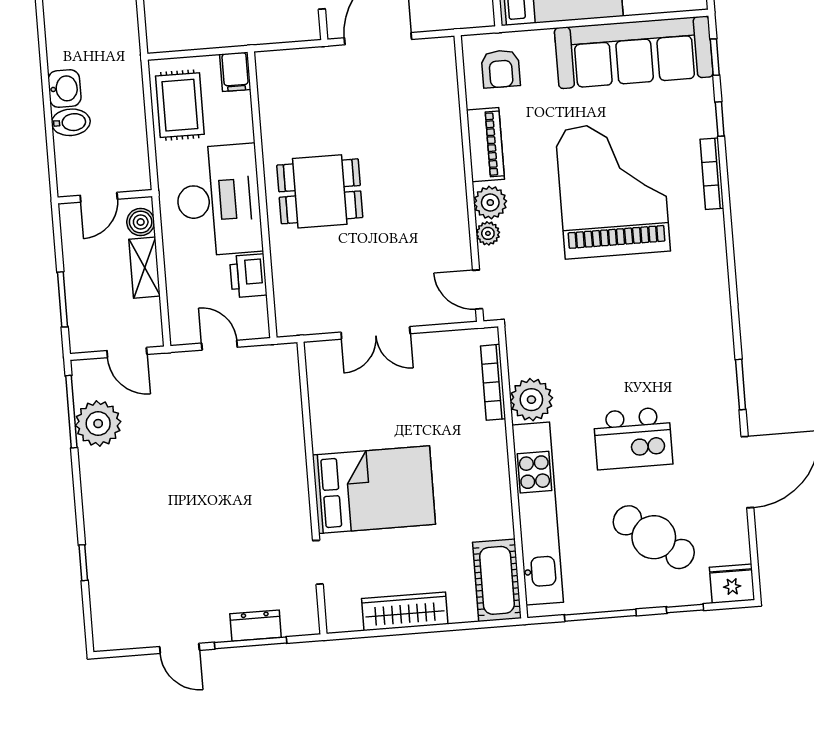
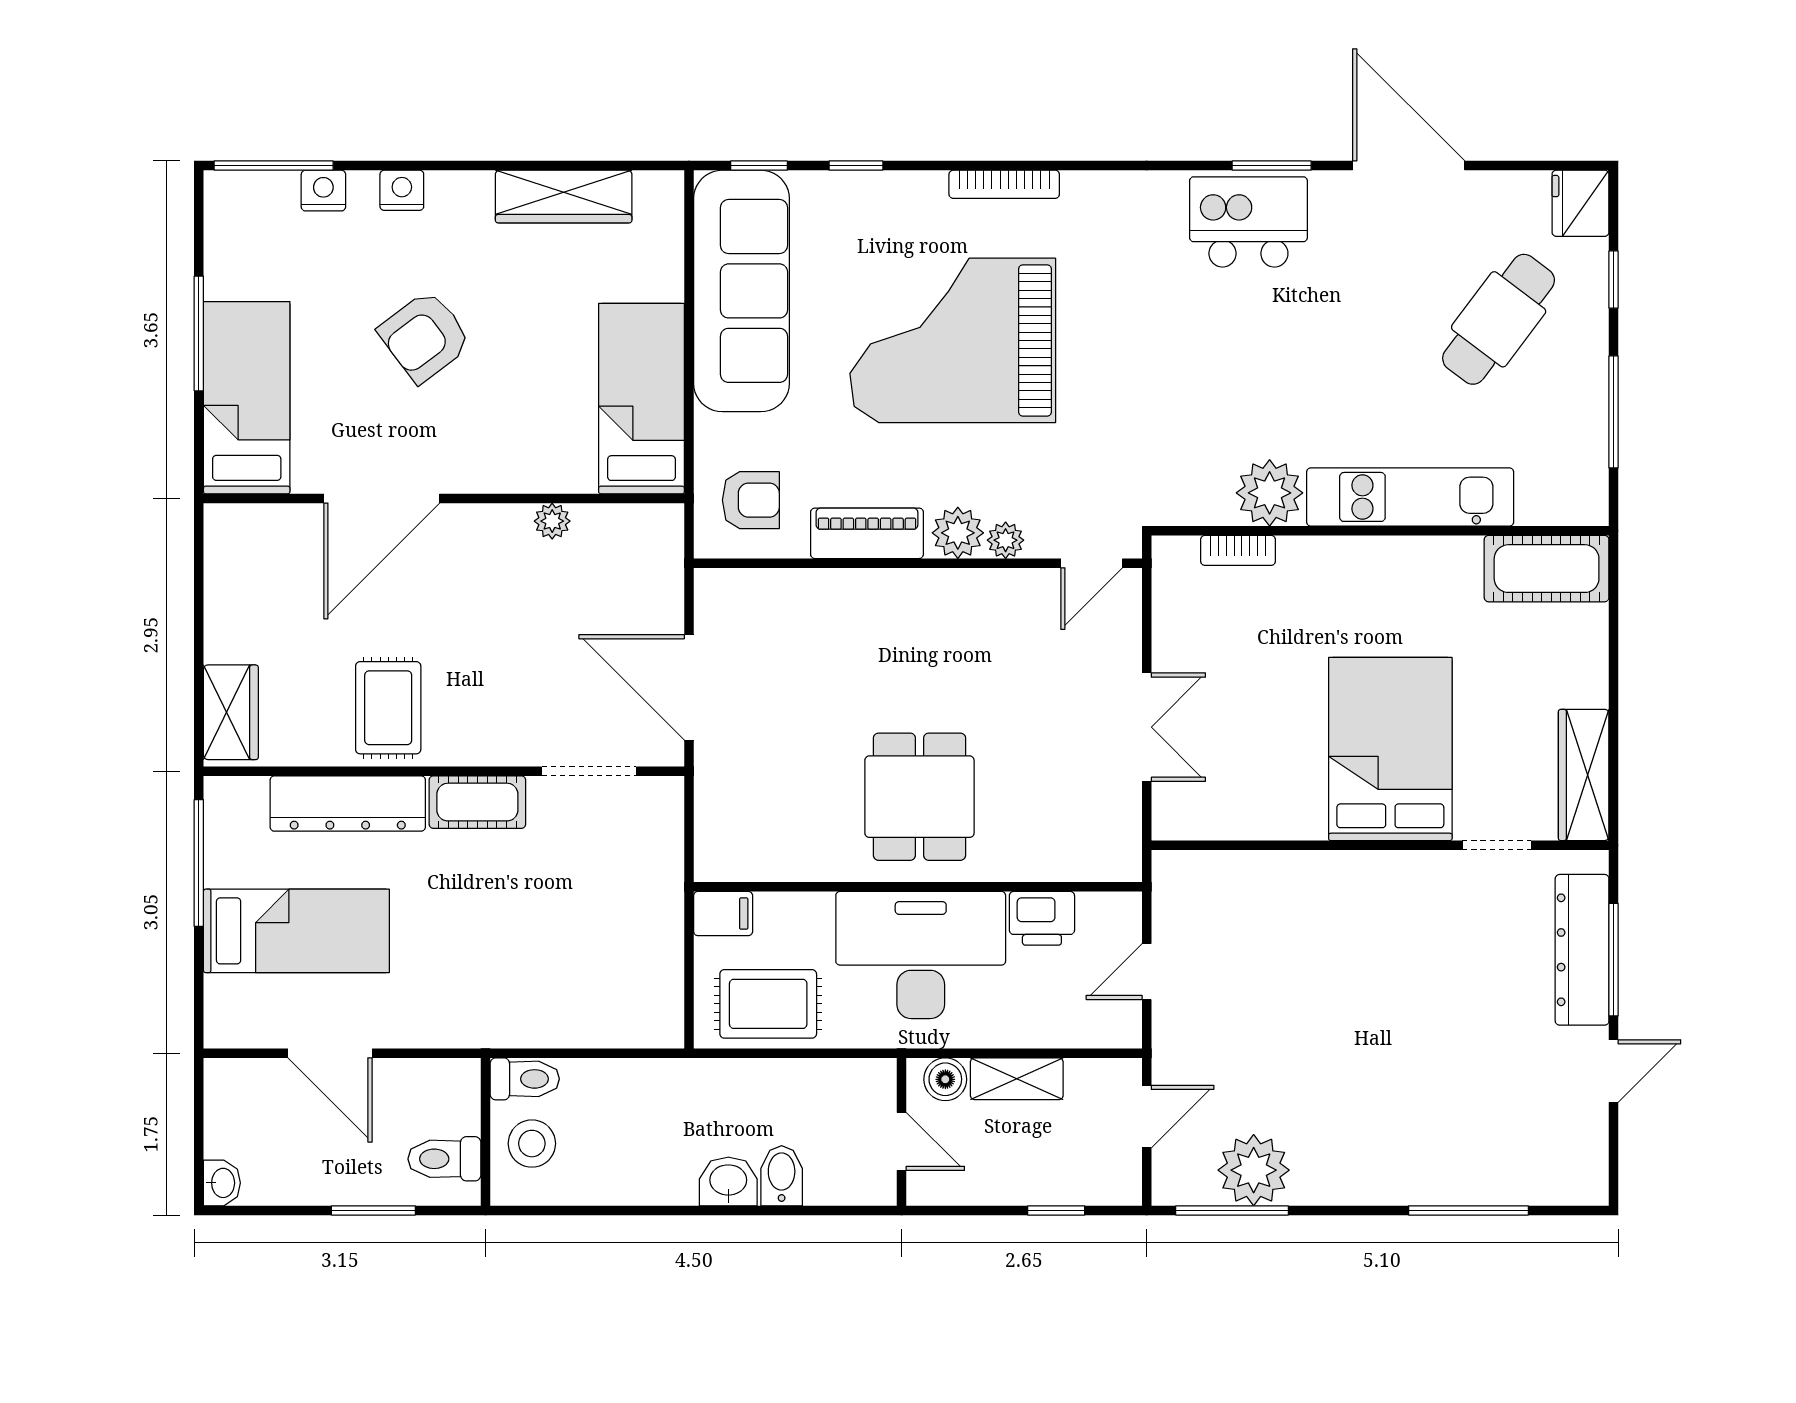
bookcase: (712, 174) -> (1004, 184), moved
window: (62, 299) -> (1056, 1210), width x0.67
bookcase: (493, 382) -> (1238, 550), width x0.64
kitchen island: (633, 438) -> (1248, 222), moved, turned -90
kitchen unit: (538, 514) -> (1410, 497), width x0.73
window: (83, 563) -> (1468, 1210), width x2.17
wardrobe: (405, 611) -> (1584, 775), moved
dresser: (256, 626) -> (1582, 950), width x1.96, depth x1.24

